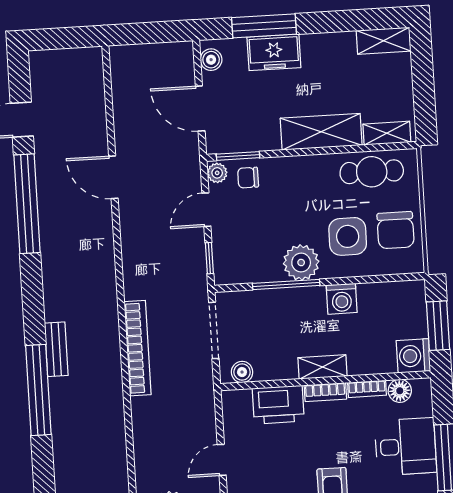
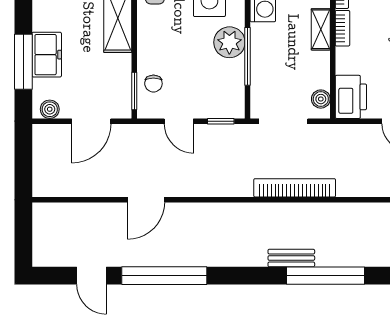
plant: (217, 173) -> (148, 110), removed
printer: (278, 405) -> (351, 97), moved

